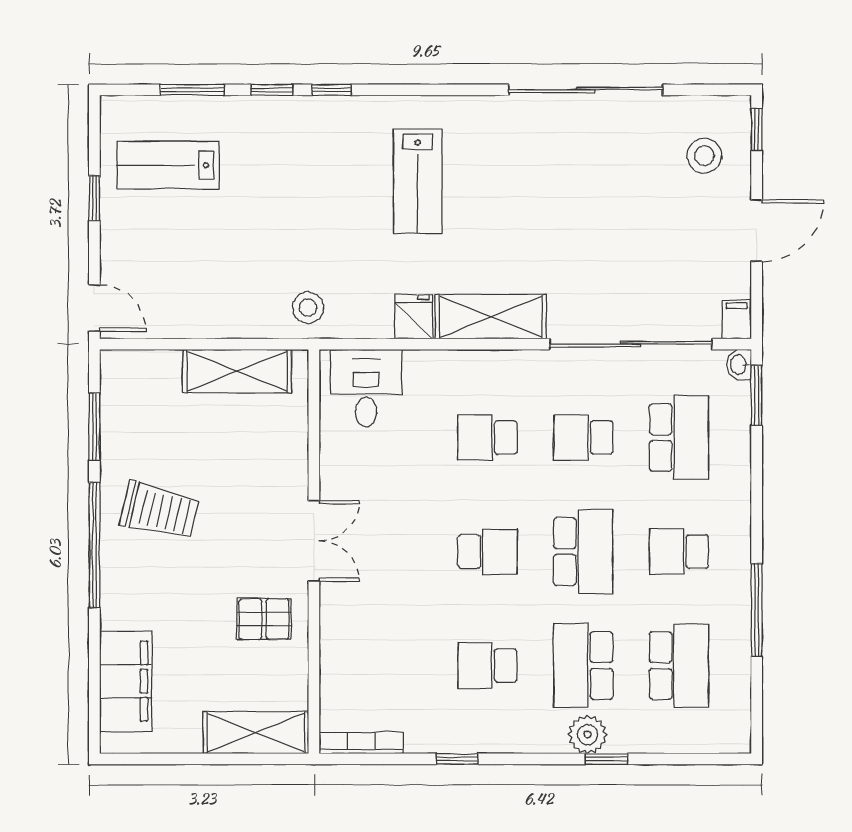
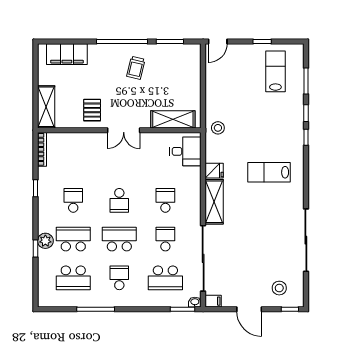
shelving: (237, 371) -> (173, 119), moved, turned 90
trolley: (159, 511) -> (136, 68), width x0.73, depth x0.72
school desk: (583, 552) -> (119, 239), turned 180

